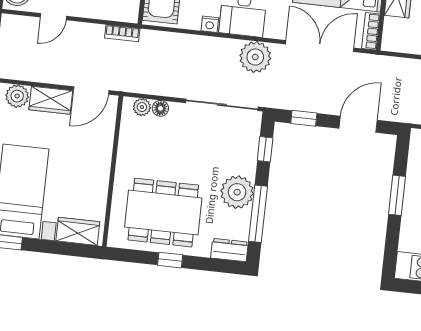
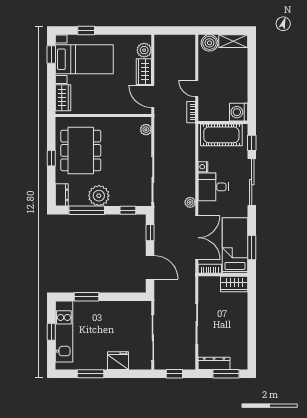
door: (53, 17) -> (197, 89), moved
plant: (255, 57) -> (190, 202), width x0.53, depth x0.53
floor lamp: (160, 108) -> (146, 141), removed
window: (397, 195) -> (87, 297), moved

